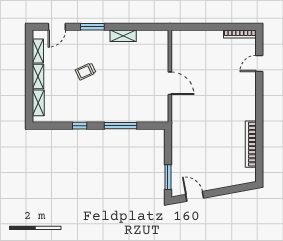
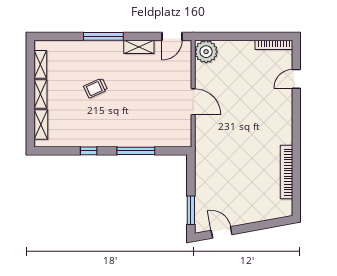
door: (57, 27) -> (172, 36), moved
window: (92, 27) -> (103, 36), width x1.44
plant: (181, 40) -> (206, 52), added

